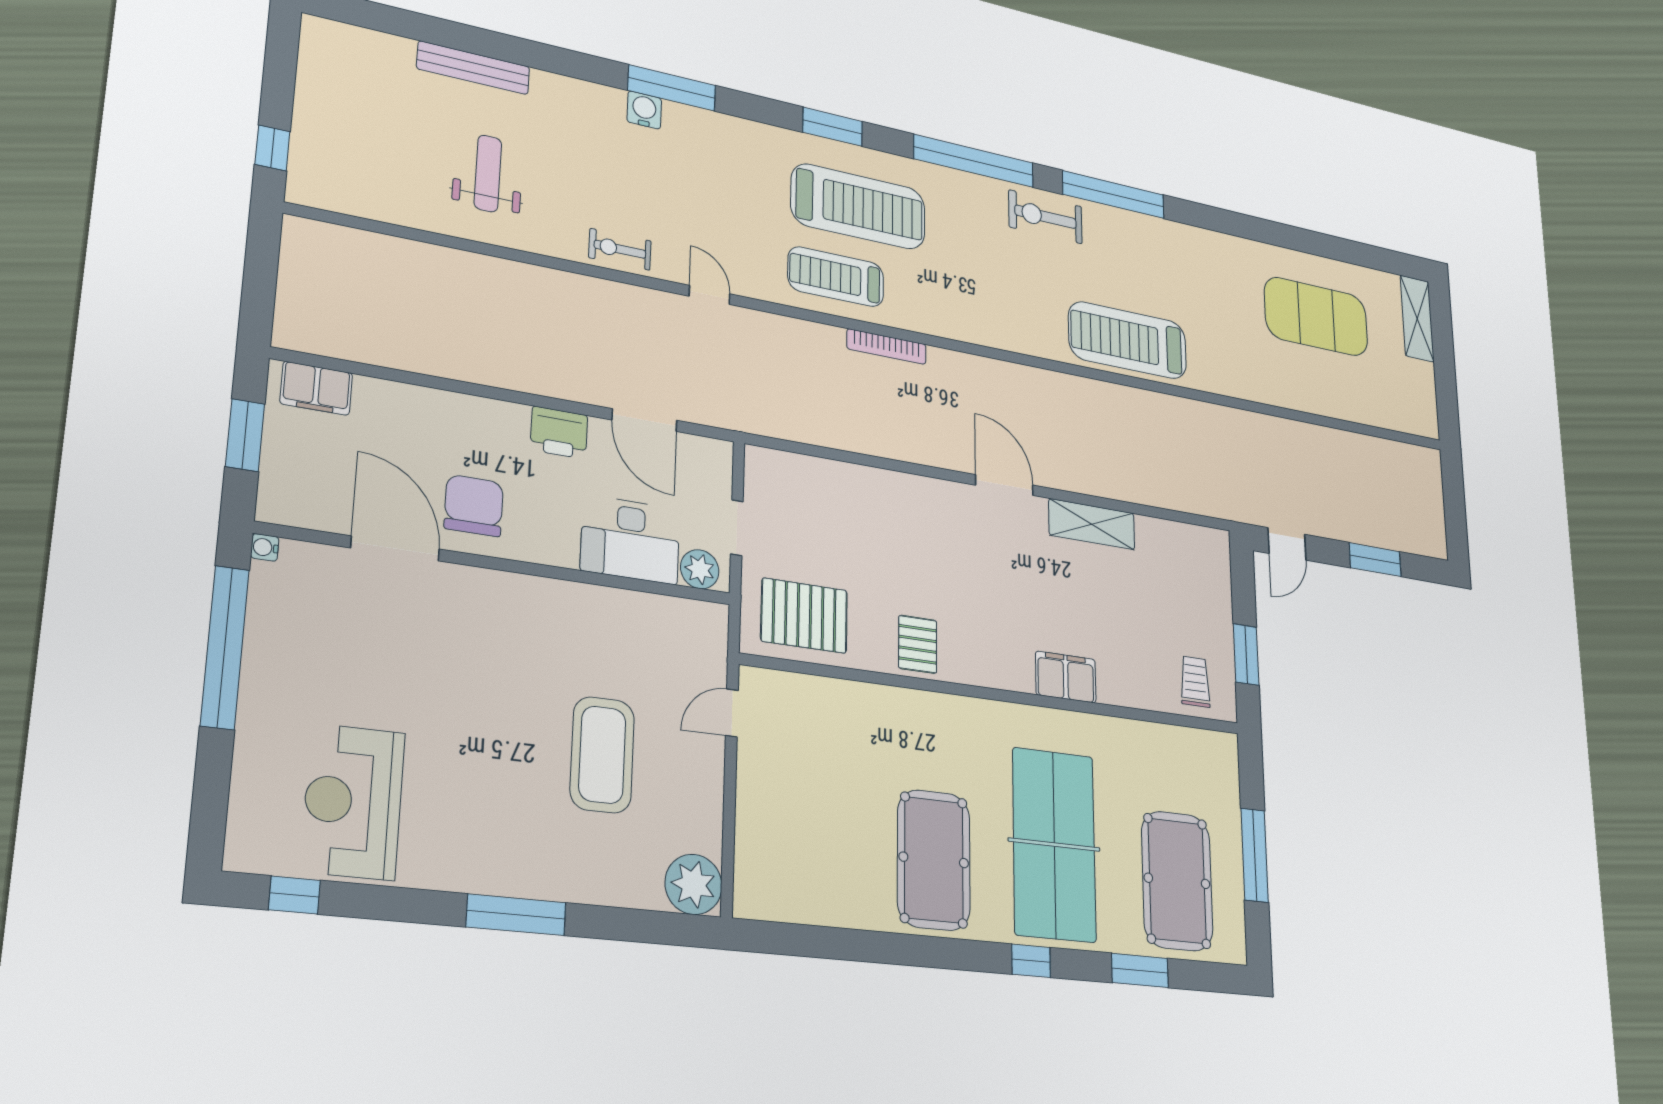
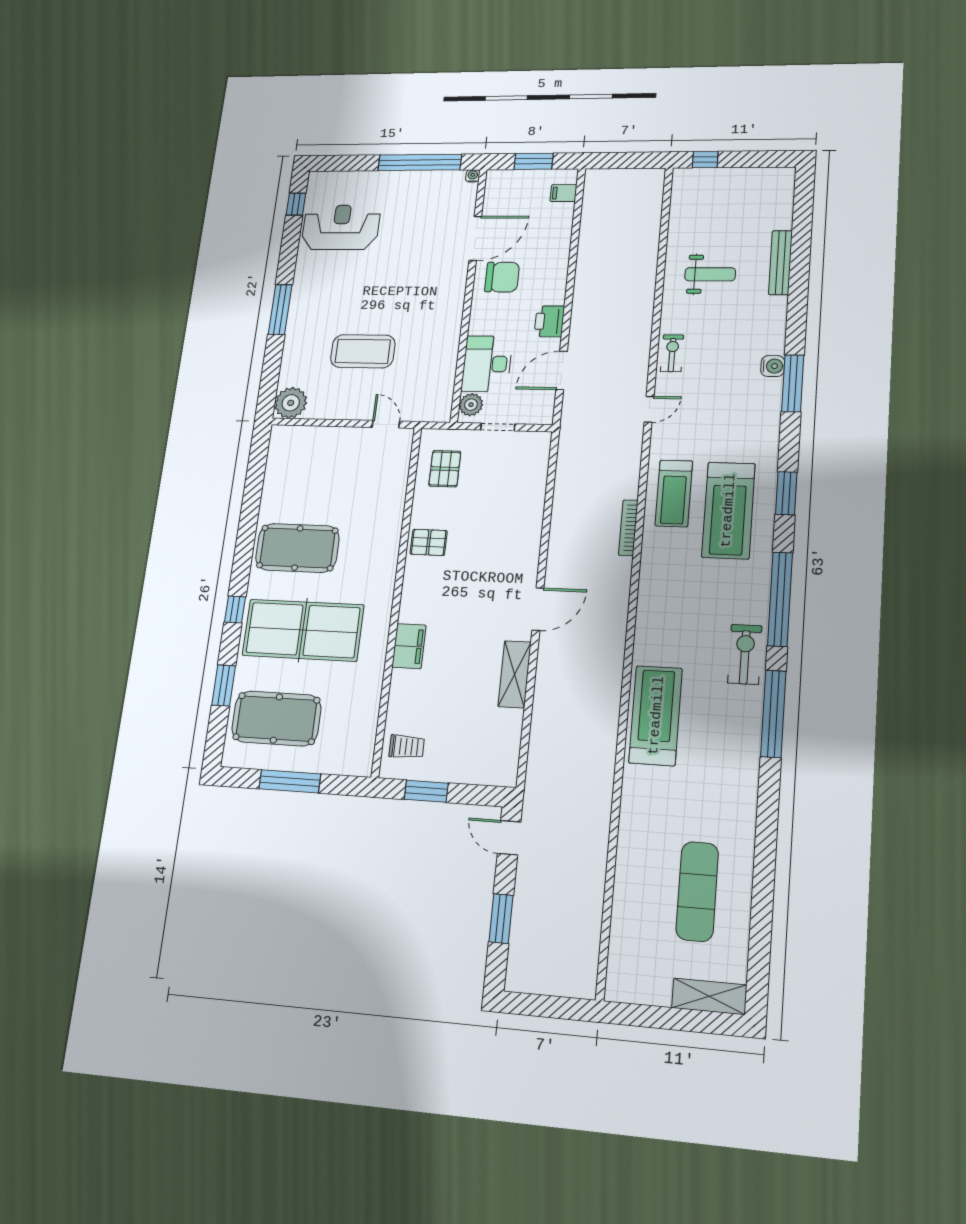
treadmill: (836, 277) -> (674, 493), turned 180
exercise mat: (1316, 317) -> (697, 891), width x0.68
filing cabinet: (316, 388) -> (563, 193), width x0.50
pallet: (804, 616) -> (445, 469), width x0.67, depth x0.71

